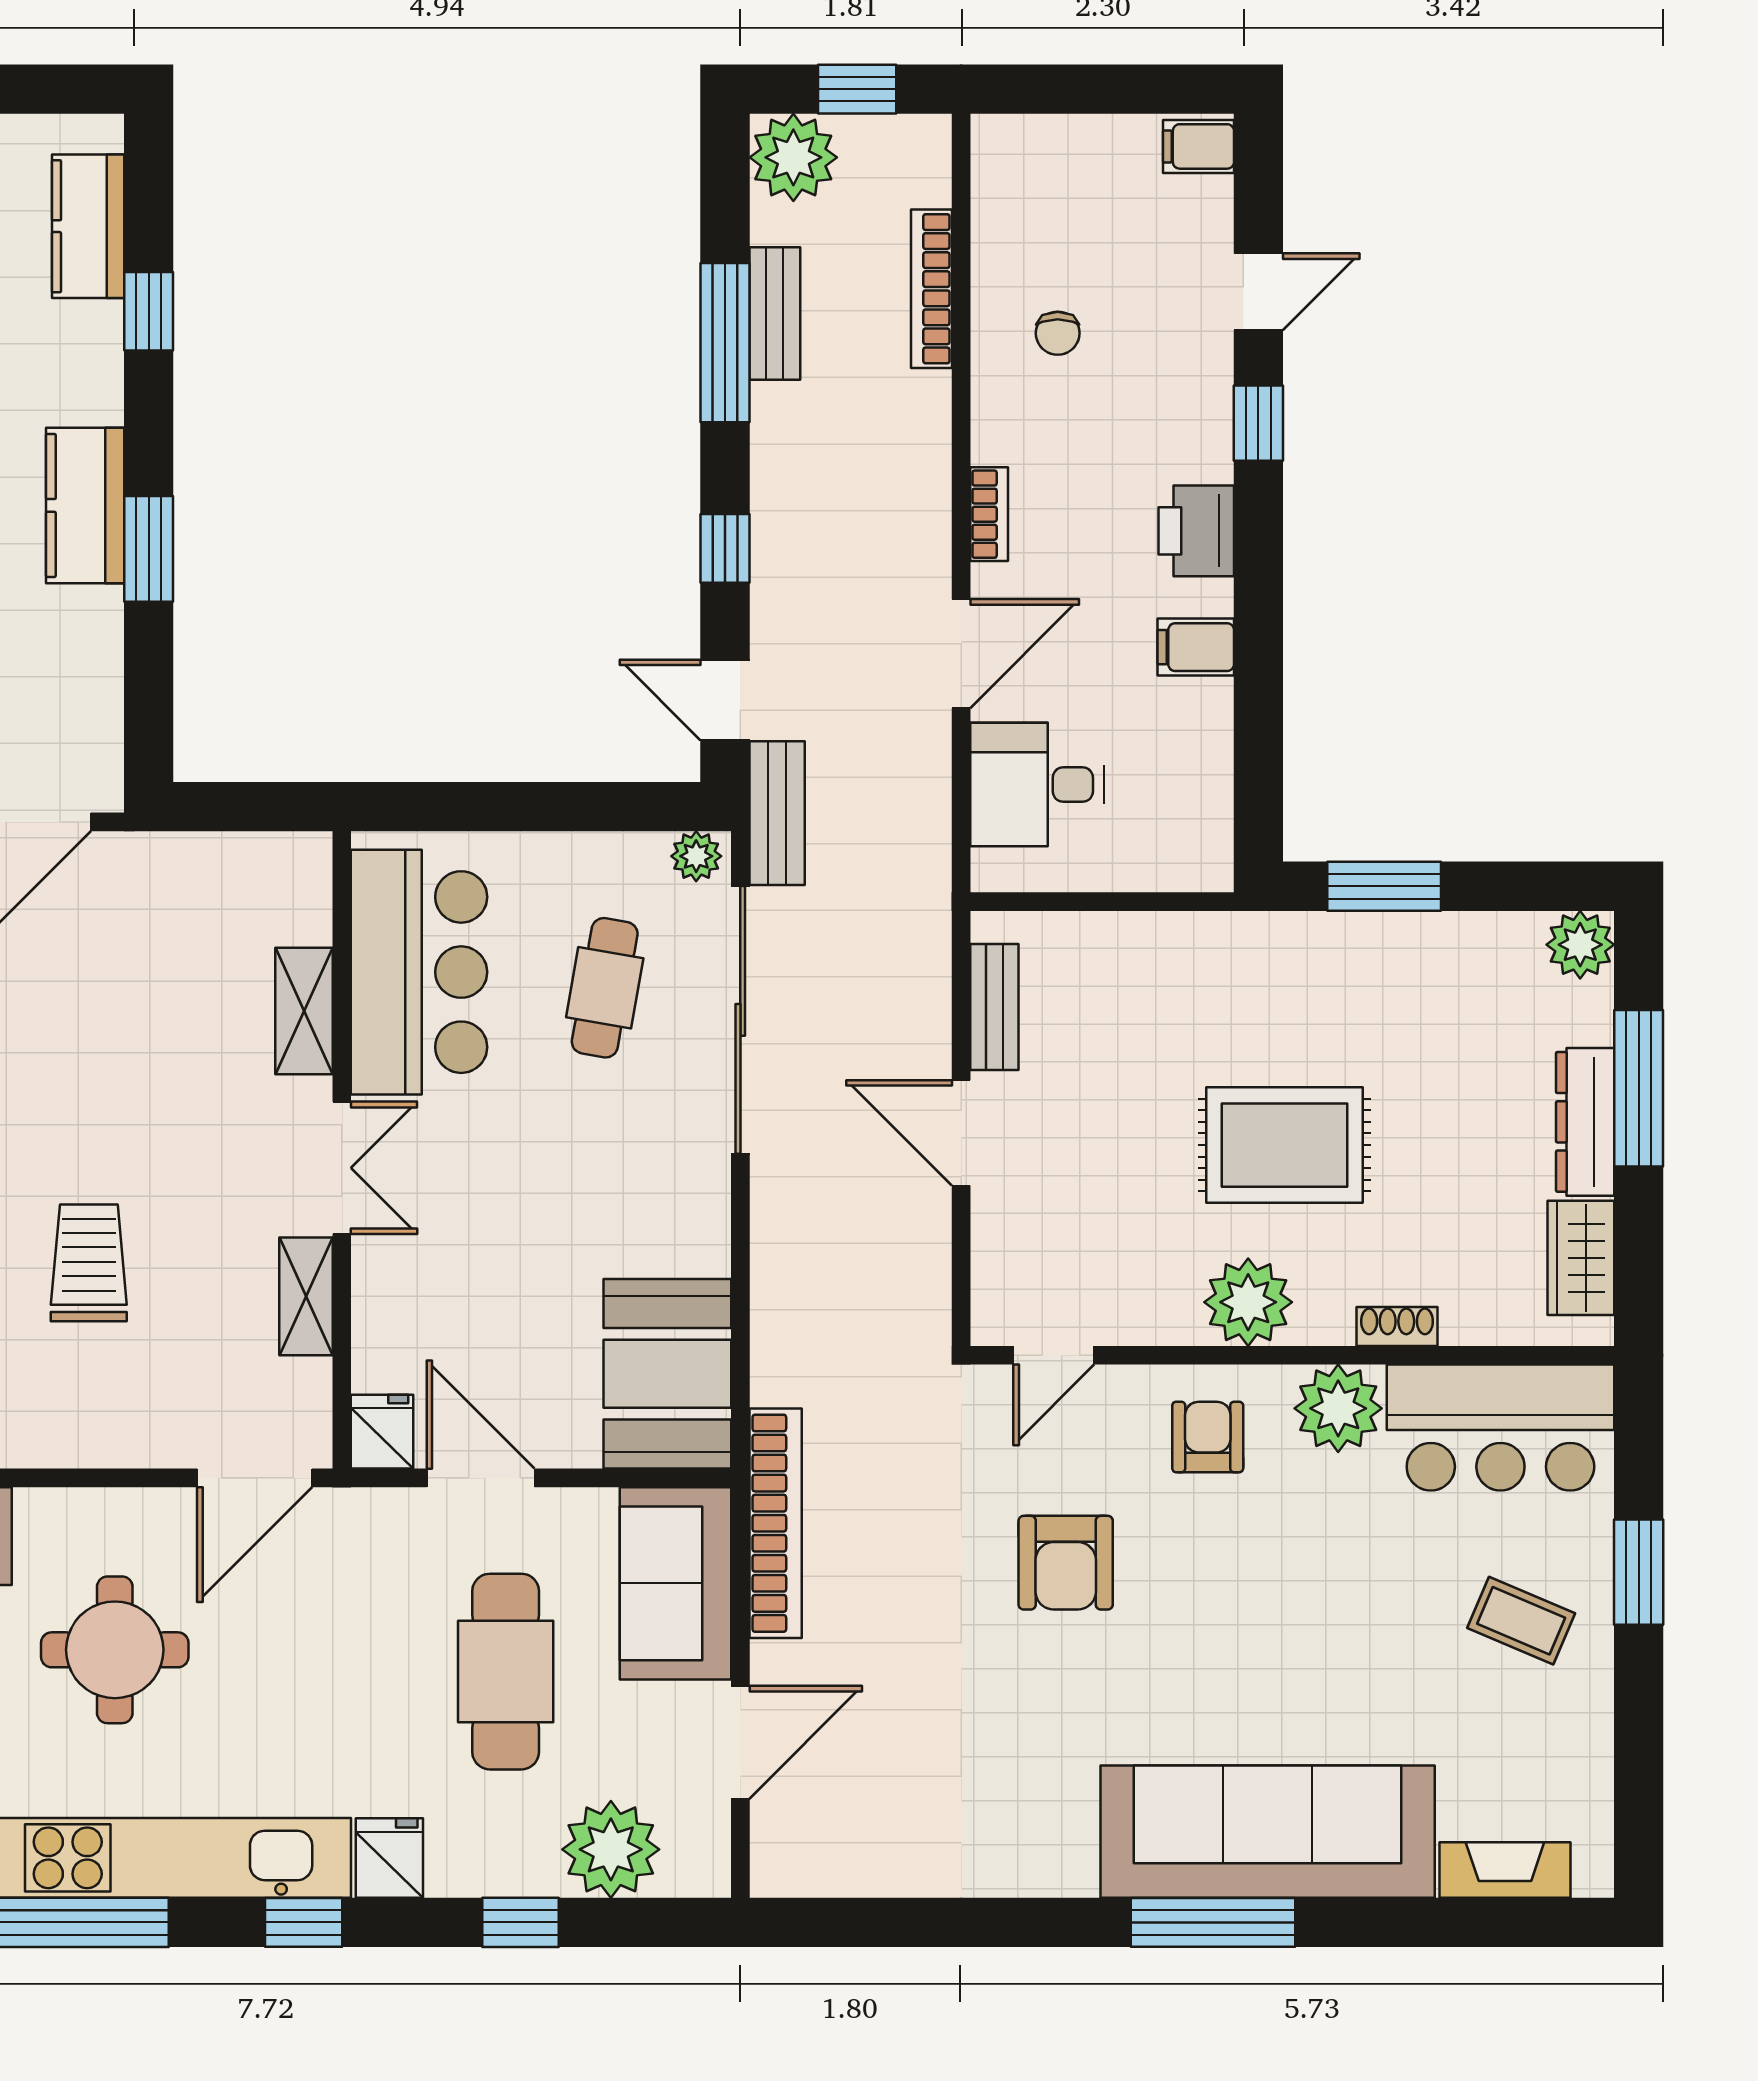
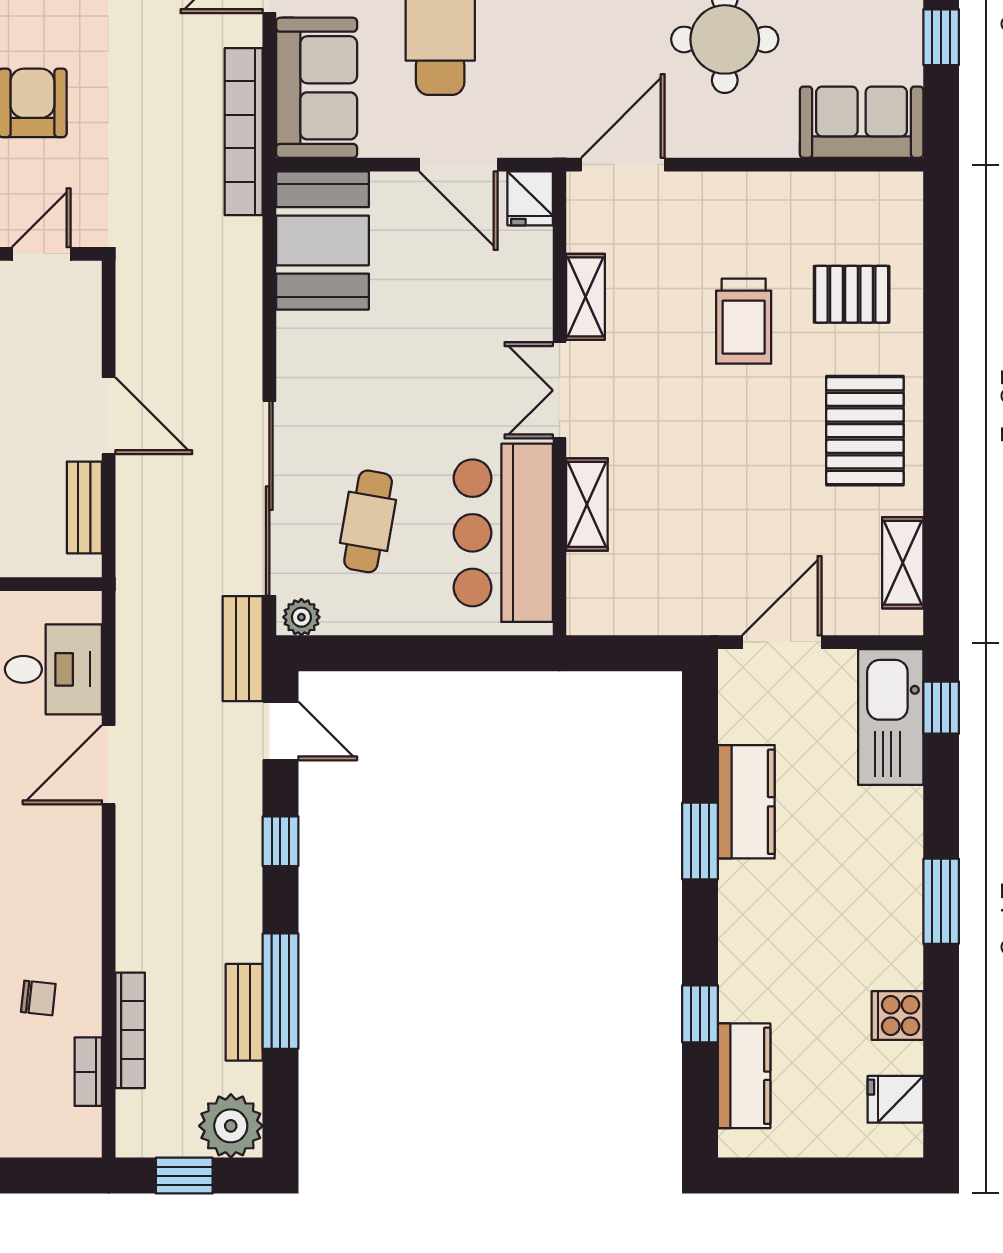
chair: (1058, 333) -> (38, 998), turned 96
kitchen counter: (85, 505) -> (746, 802), moved
bookcase: (989, 514) -> (88, 1072), moved

